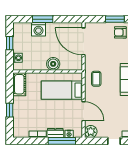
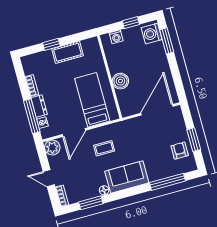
window: (43, 19) -> (167, 41), moved
washing machine: (38, 29) -> (152, 34), moved
coffee table: (96, 79) -> (104, 148), moved
cot: (19, 84) -> (68, 52), moved

